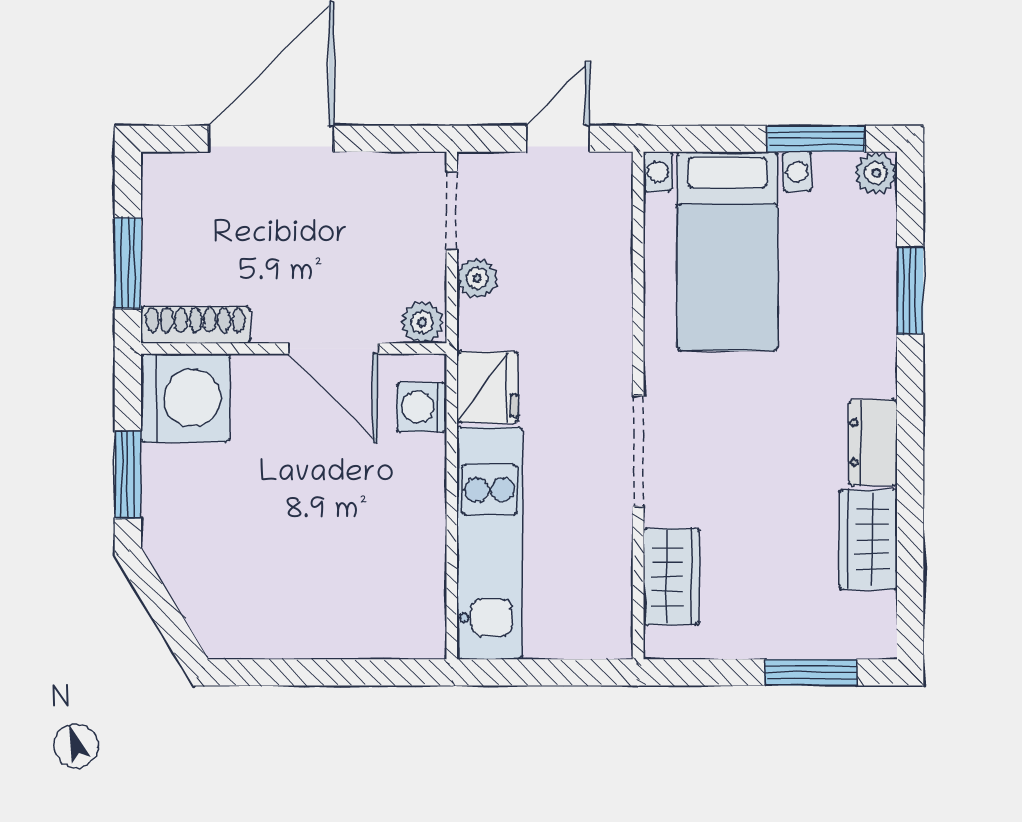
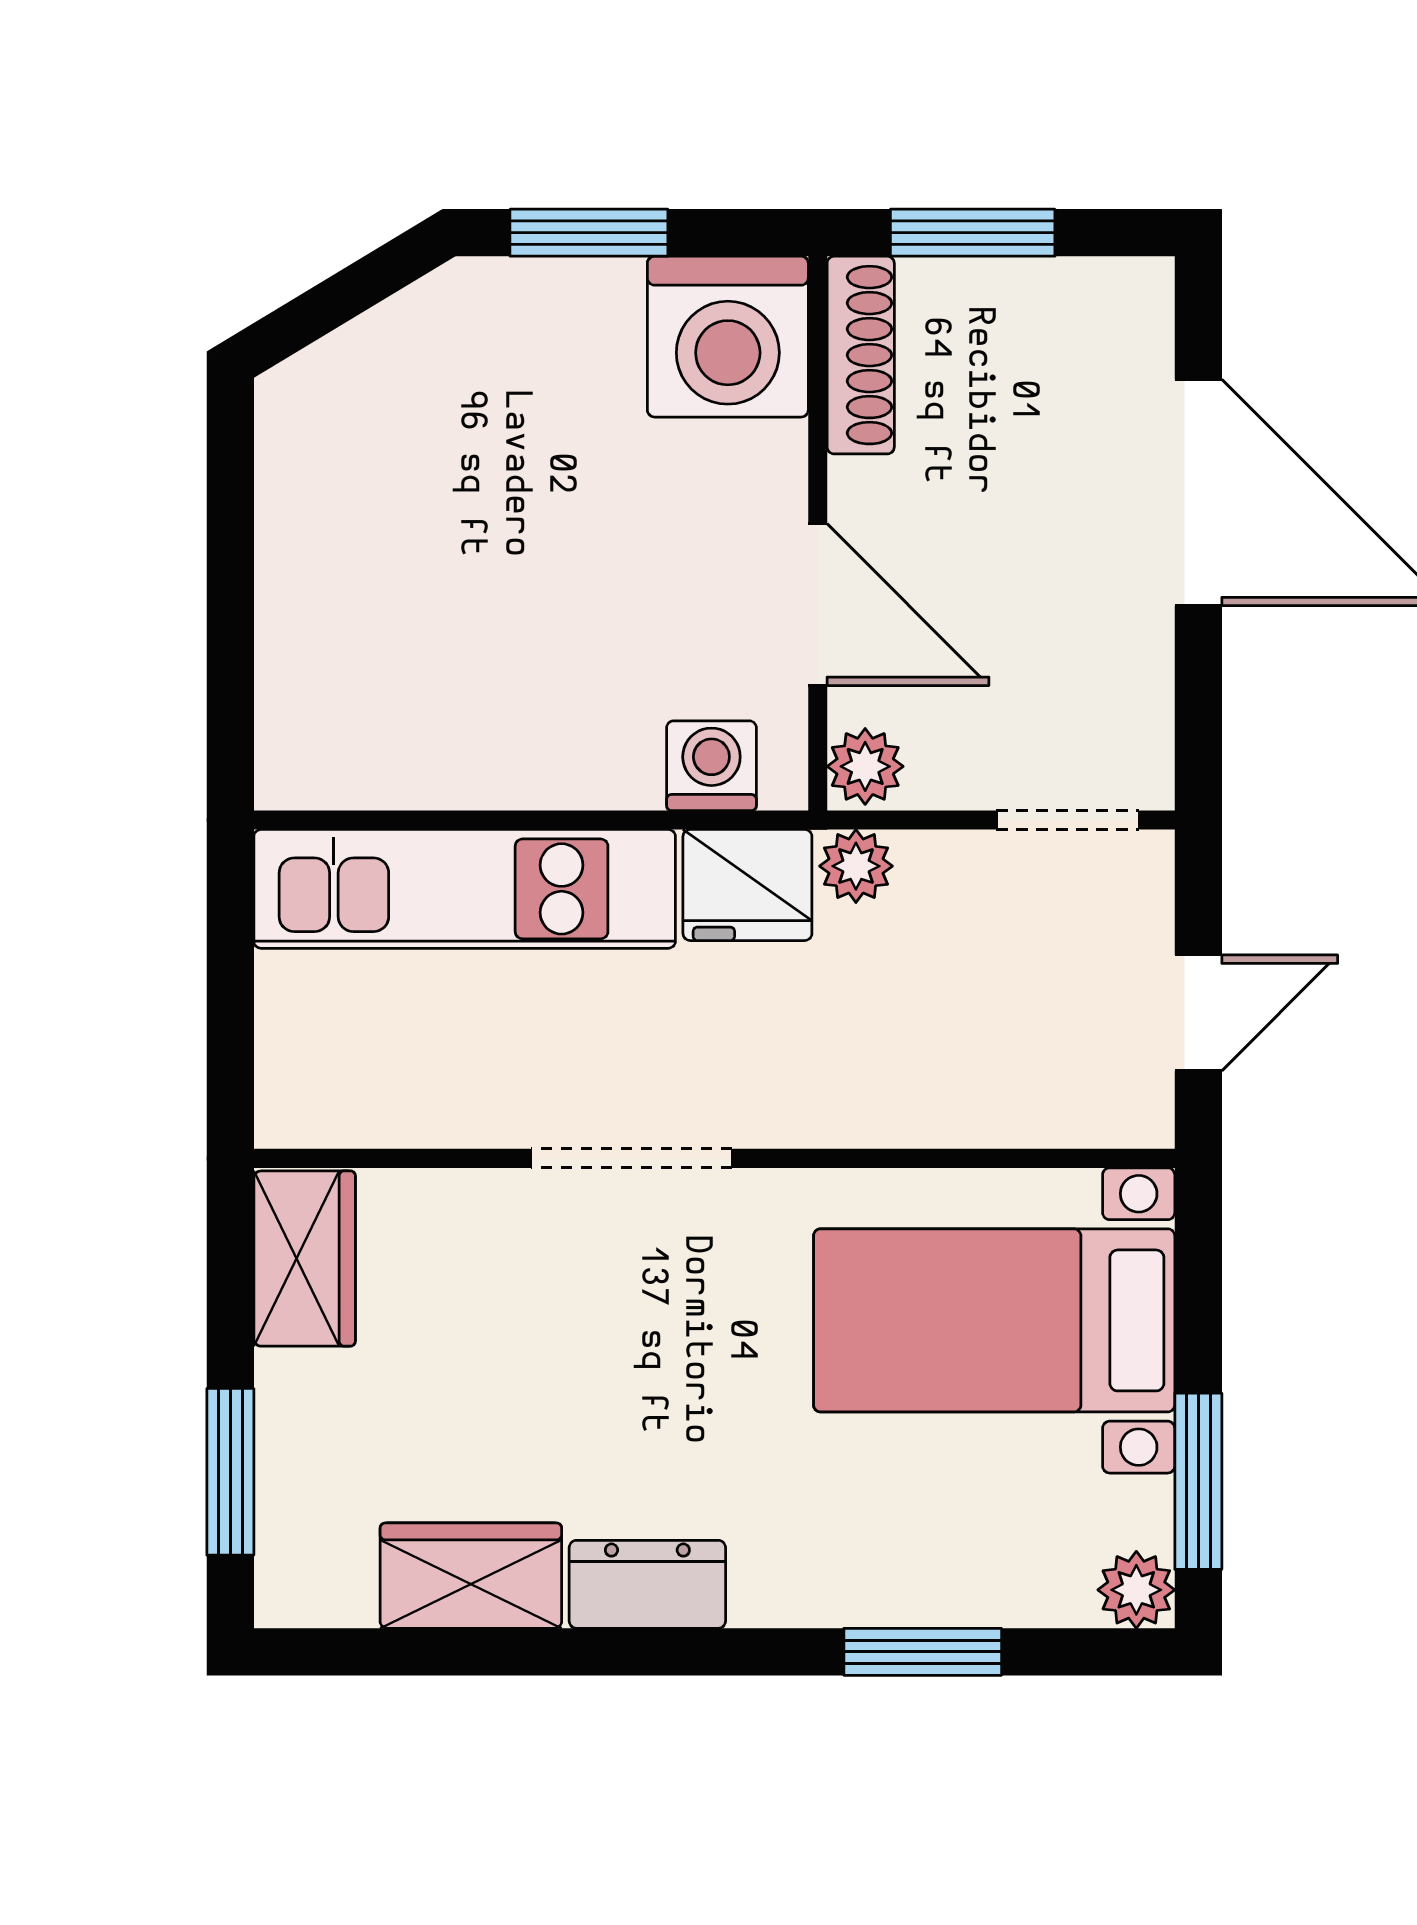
door: (558, 139) -> (1198, 1013), hinge flipped
plant: (477, 278) -> (856, 866), moved
door: (333, 349) -> (818, 605), swing flipped
wardrobe: (671, 577) -> (305, 1259), moved, turned -90

